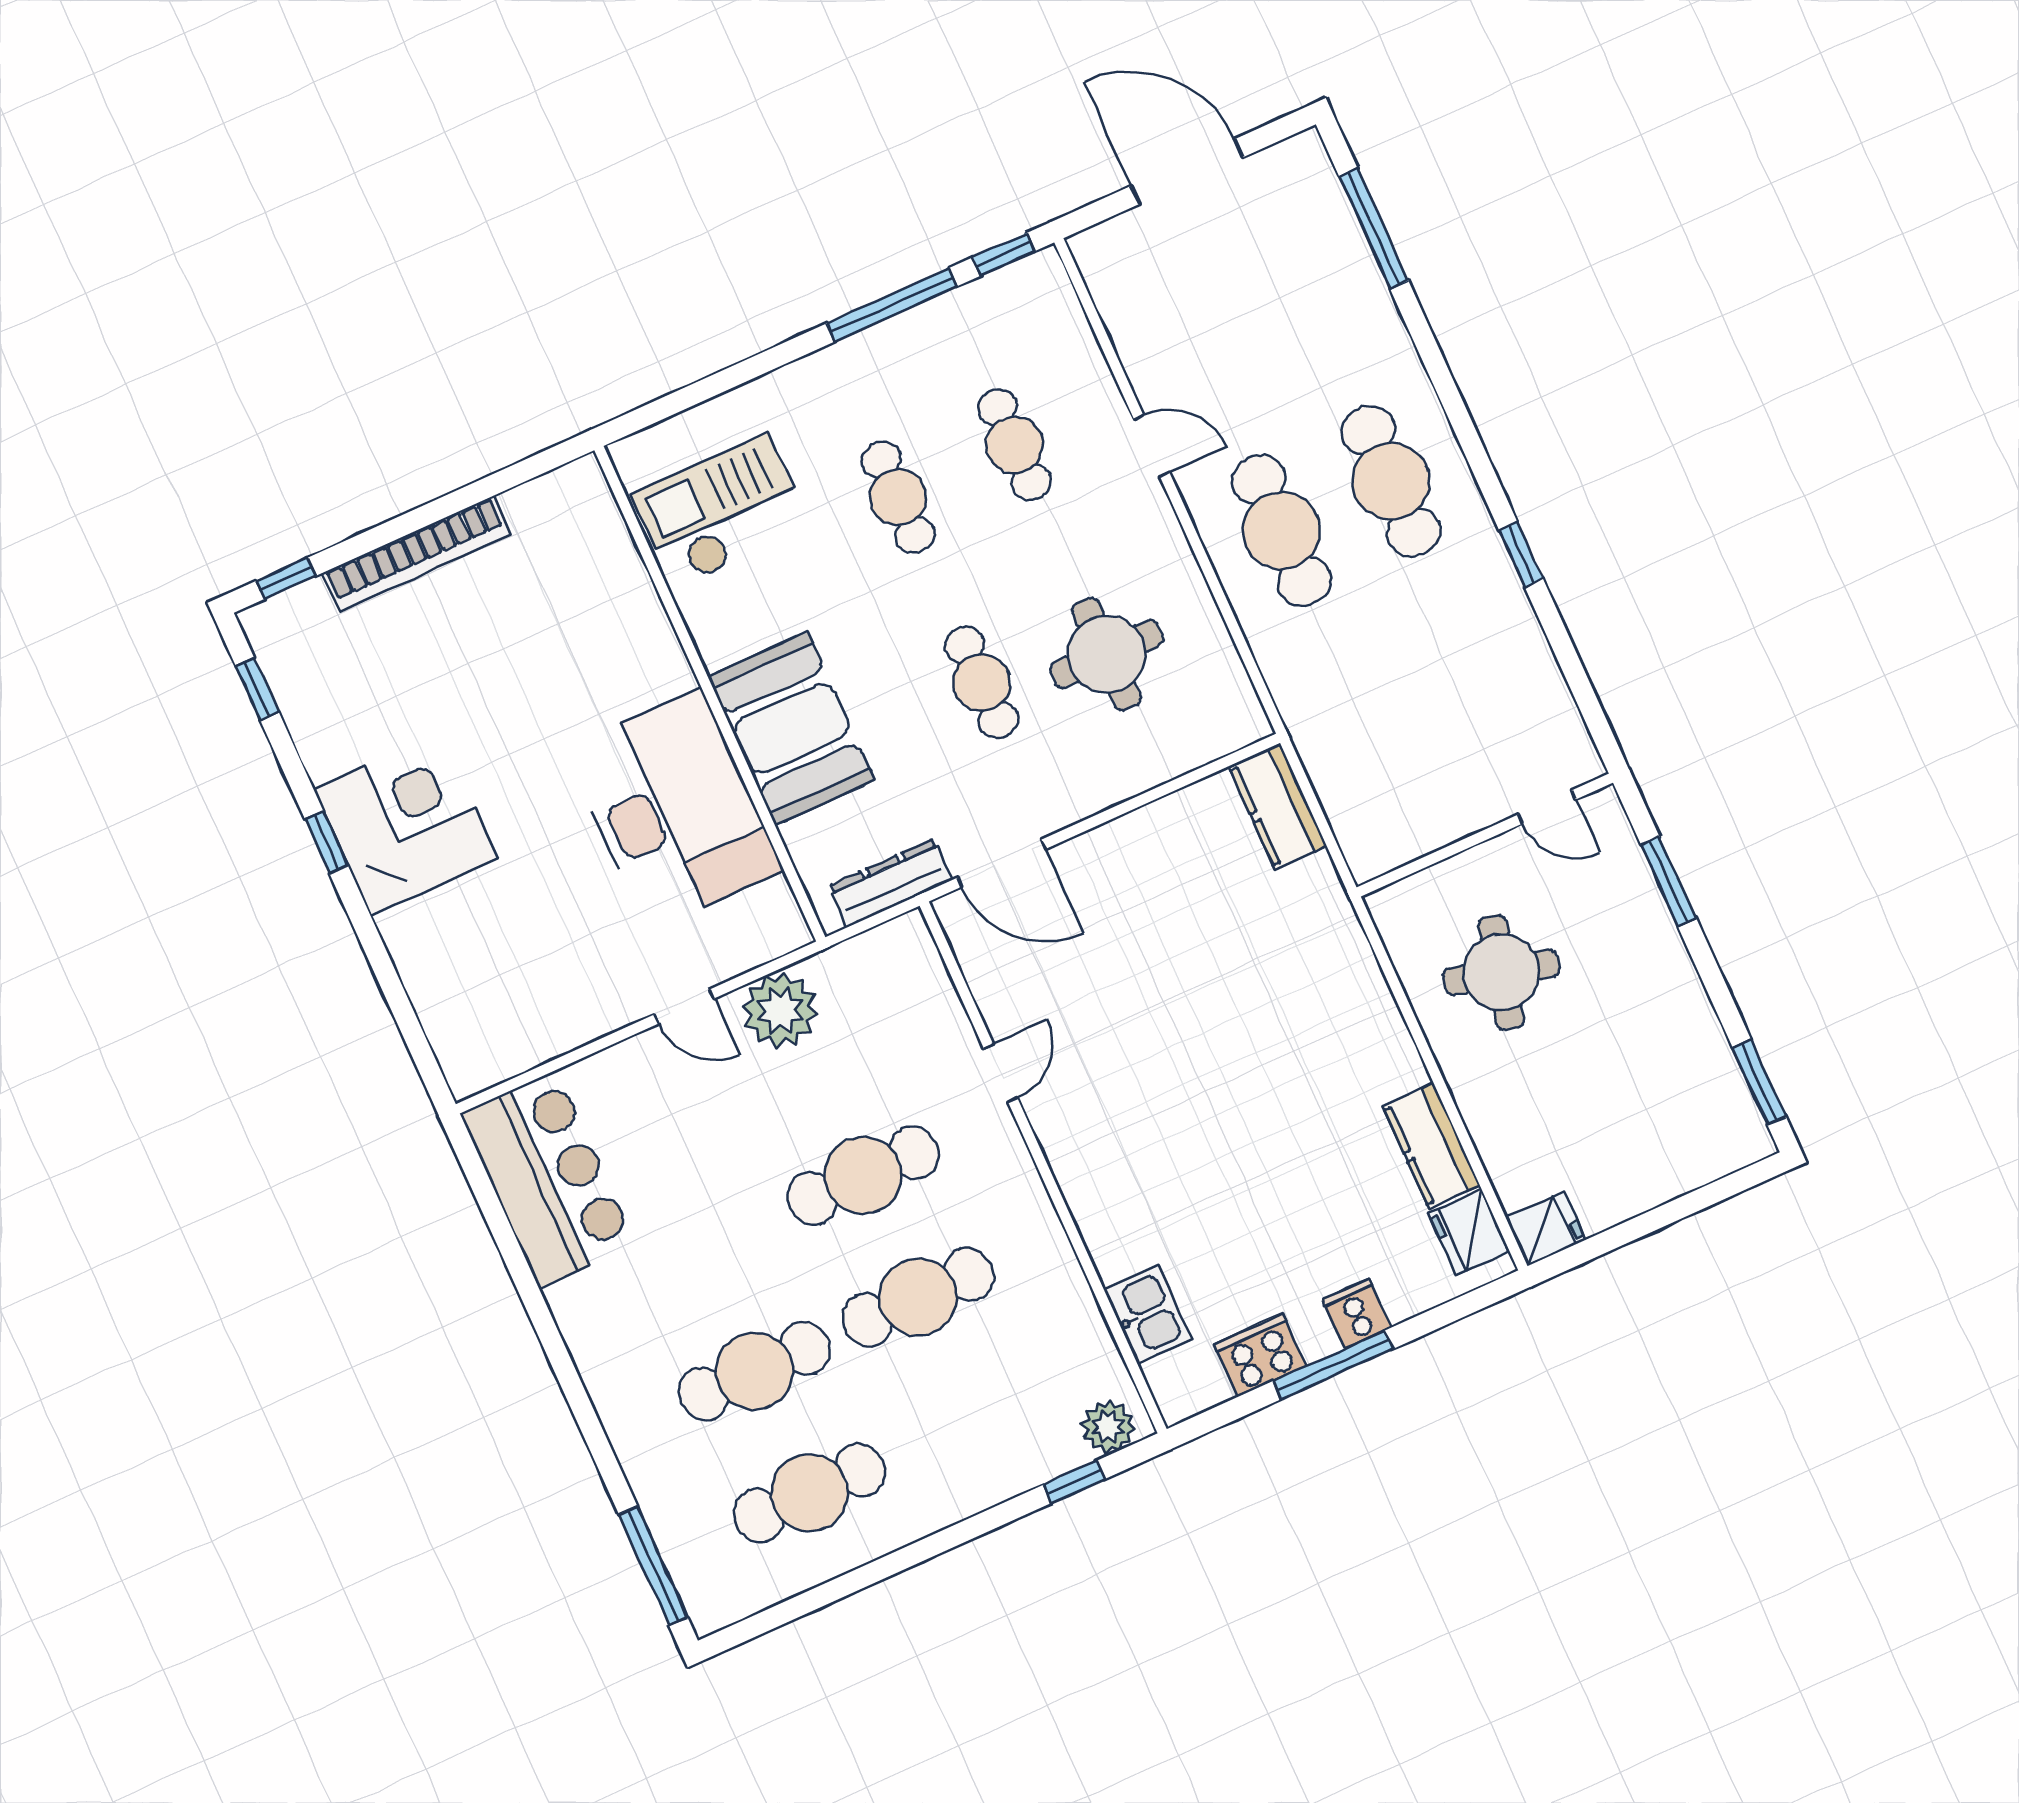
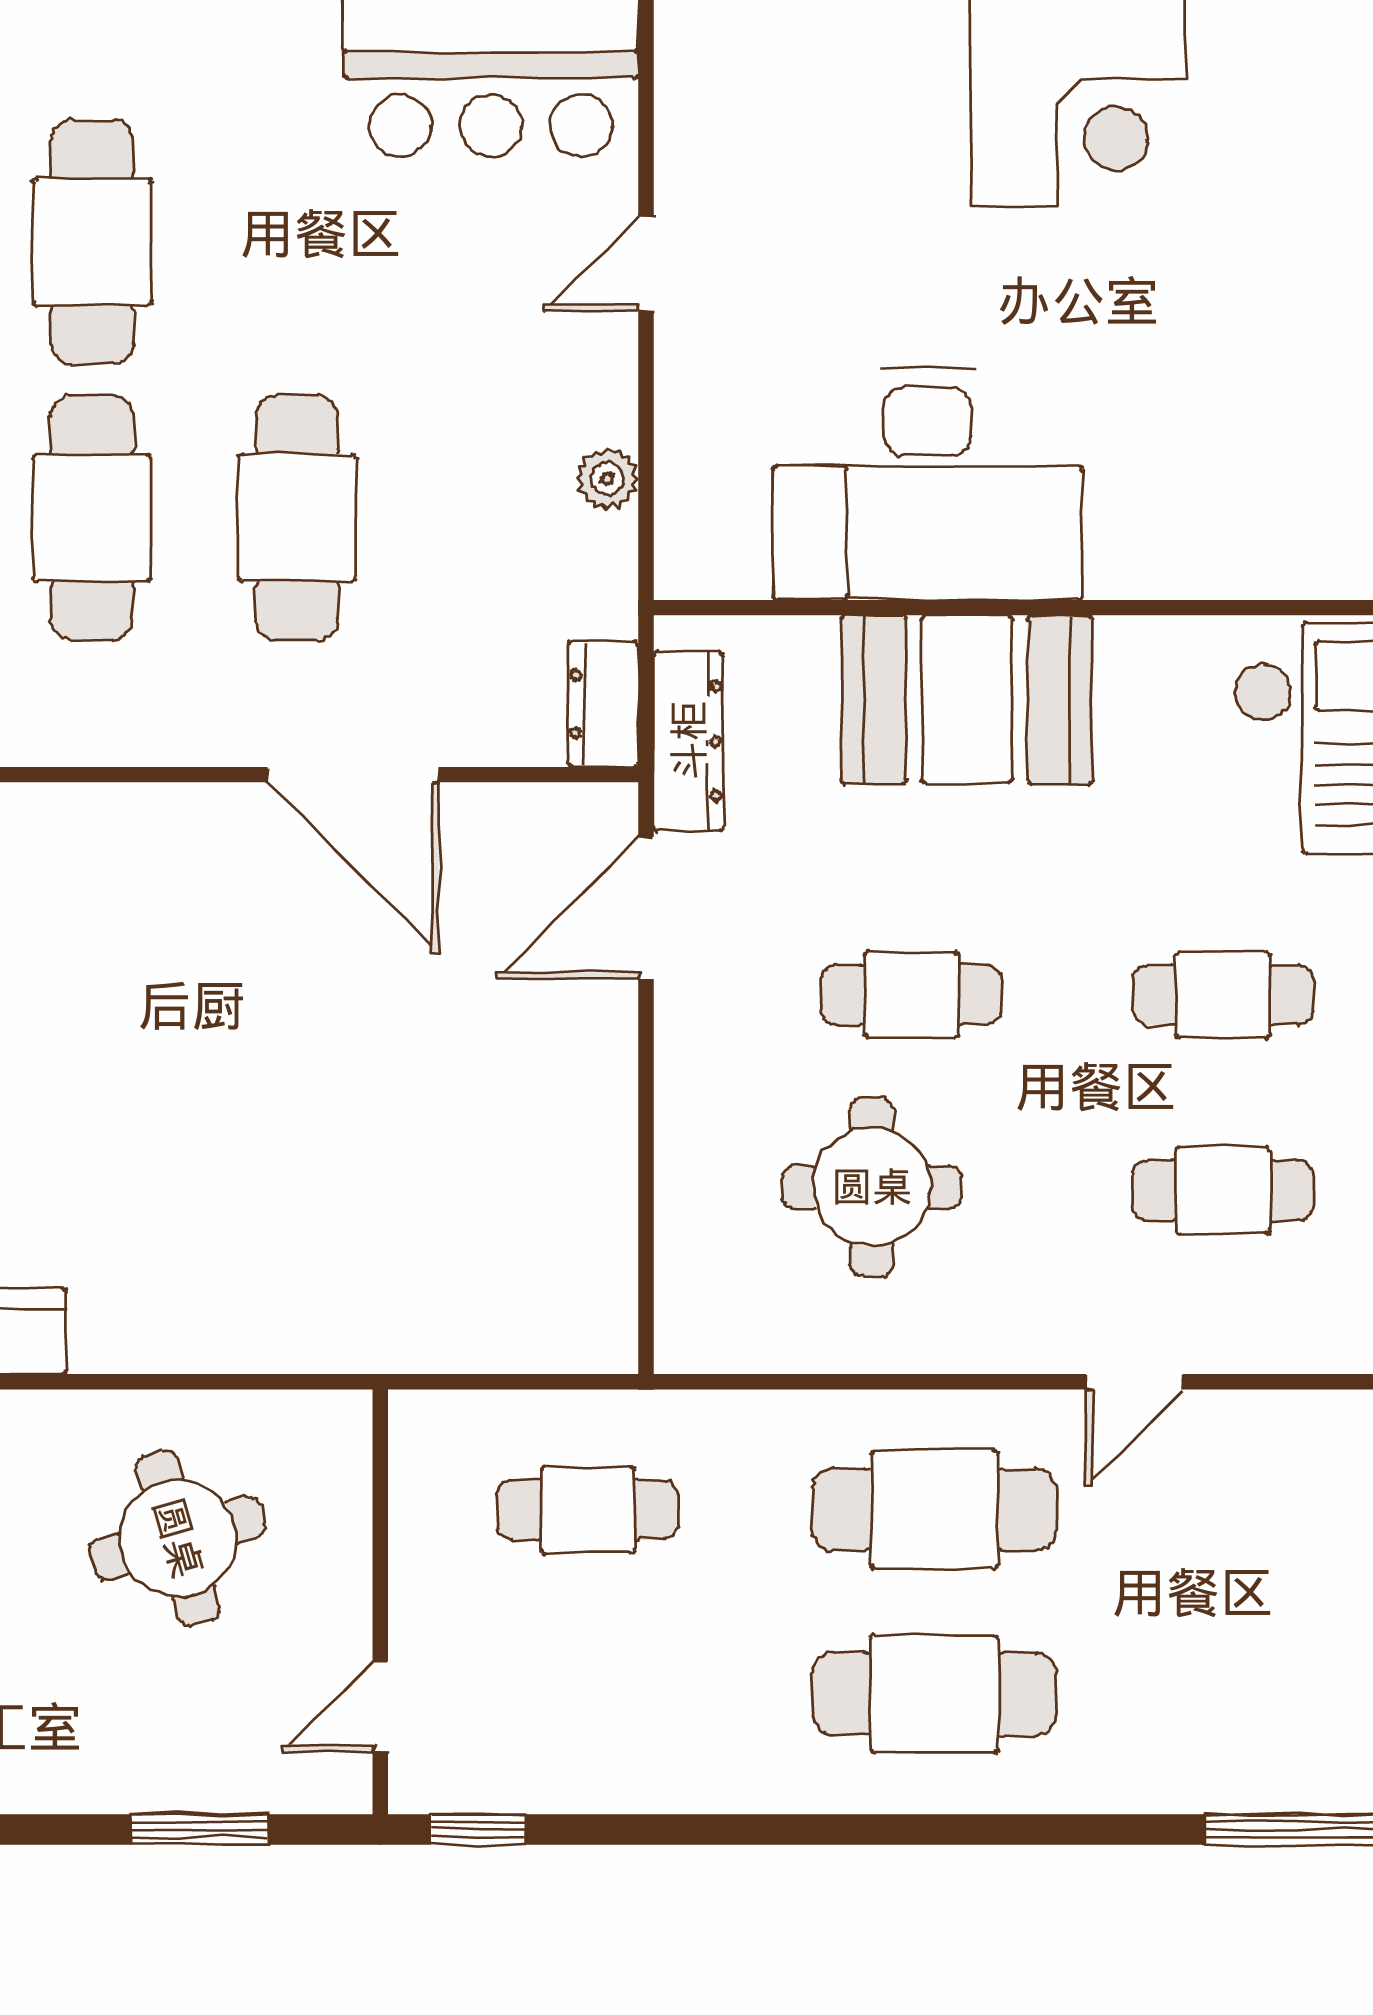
window: (1521, 554) -> (478, 1830), moved
cafe table: (1374, 737) -> (588, 1510), added
kitchen counter: (1278, 806) -> (551, 1331), removed
dresser: (892, 943) -> (603, 704), added
round table: (1501, 972) -> (178, 1538), turned -30
door: (684, 1007) -> (646, 264), moved
plant: (780, 1010) -> (607, 479), width x0.53, depth x0.53
door: (1001, 1073) -> (353, 775), width x1.88

